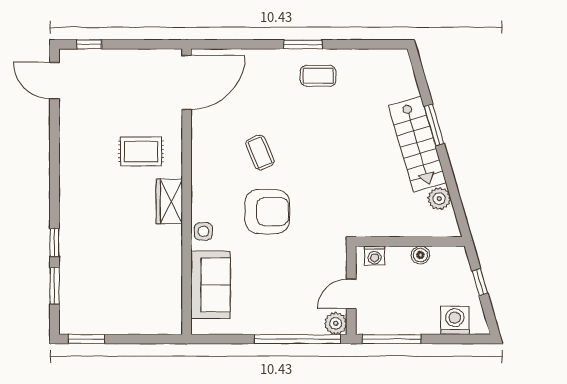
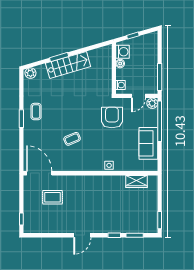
door: (55, 81) -> (82, 235), moved
rug: (141, 152) -> (52, 197), moved, turned 90
plant: (439, 199) -> (30, 73), moved
wardrobe: (169, 201) -> (136, 181), moved
armchair: (267, 212) -> (112, 118), moved
sofa: (211, 285) -> (148, 143), moved, turned -90
door: (351, 294) -> (138, 96), hinge flipped
washing machine: (455, 320) -> (123, 52), moved, turned 180

